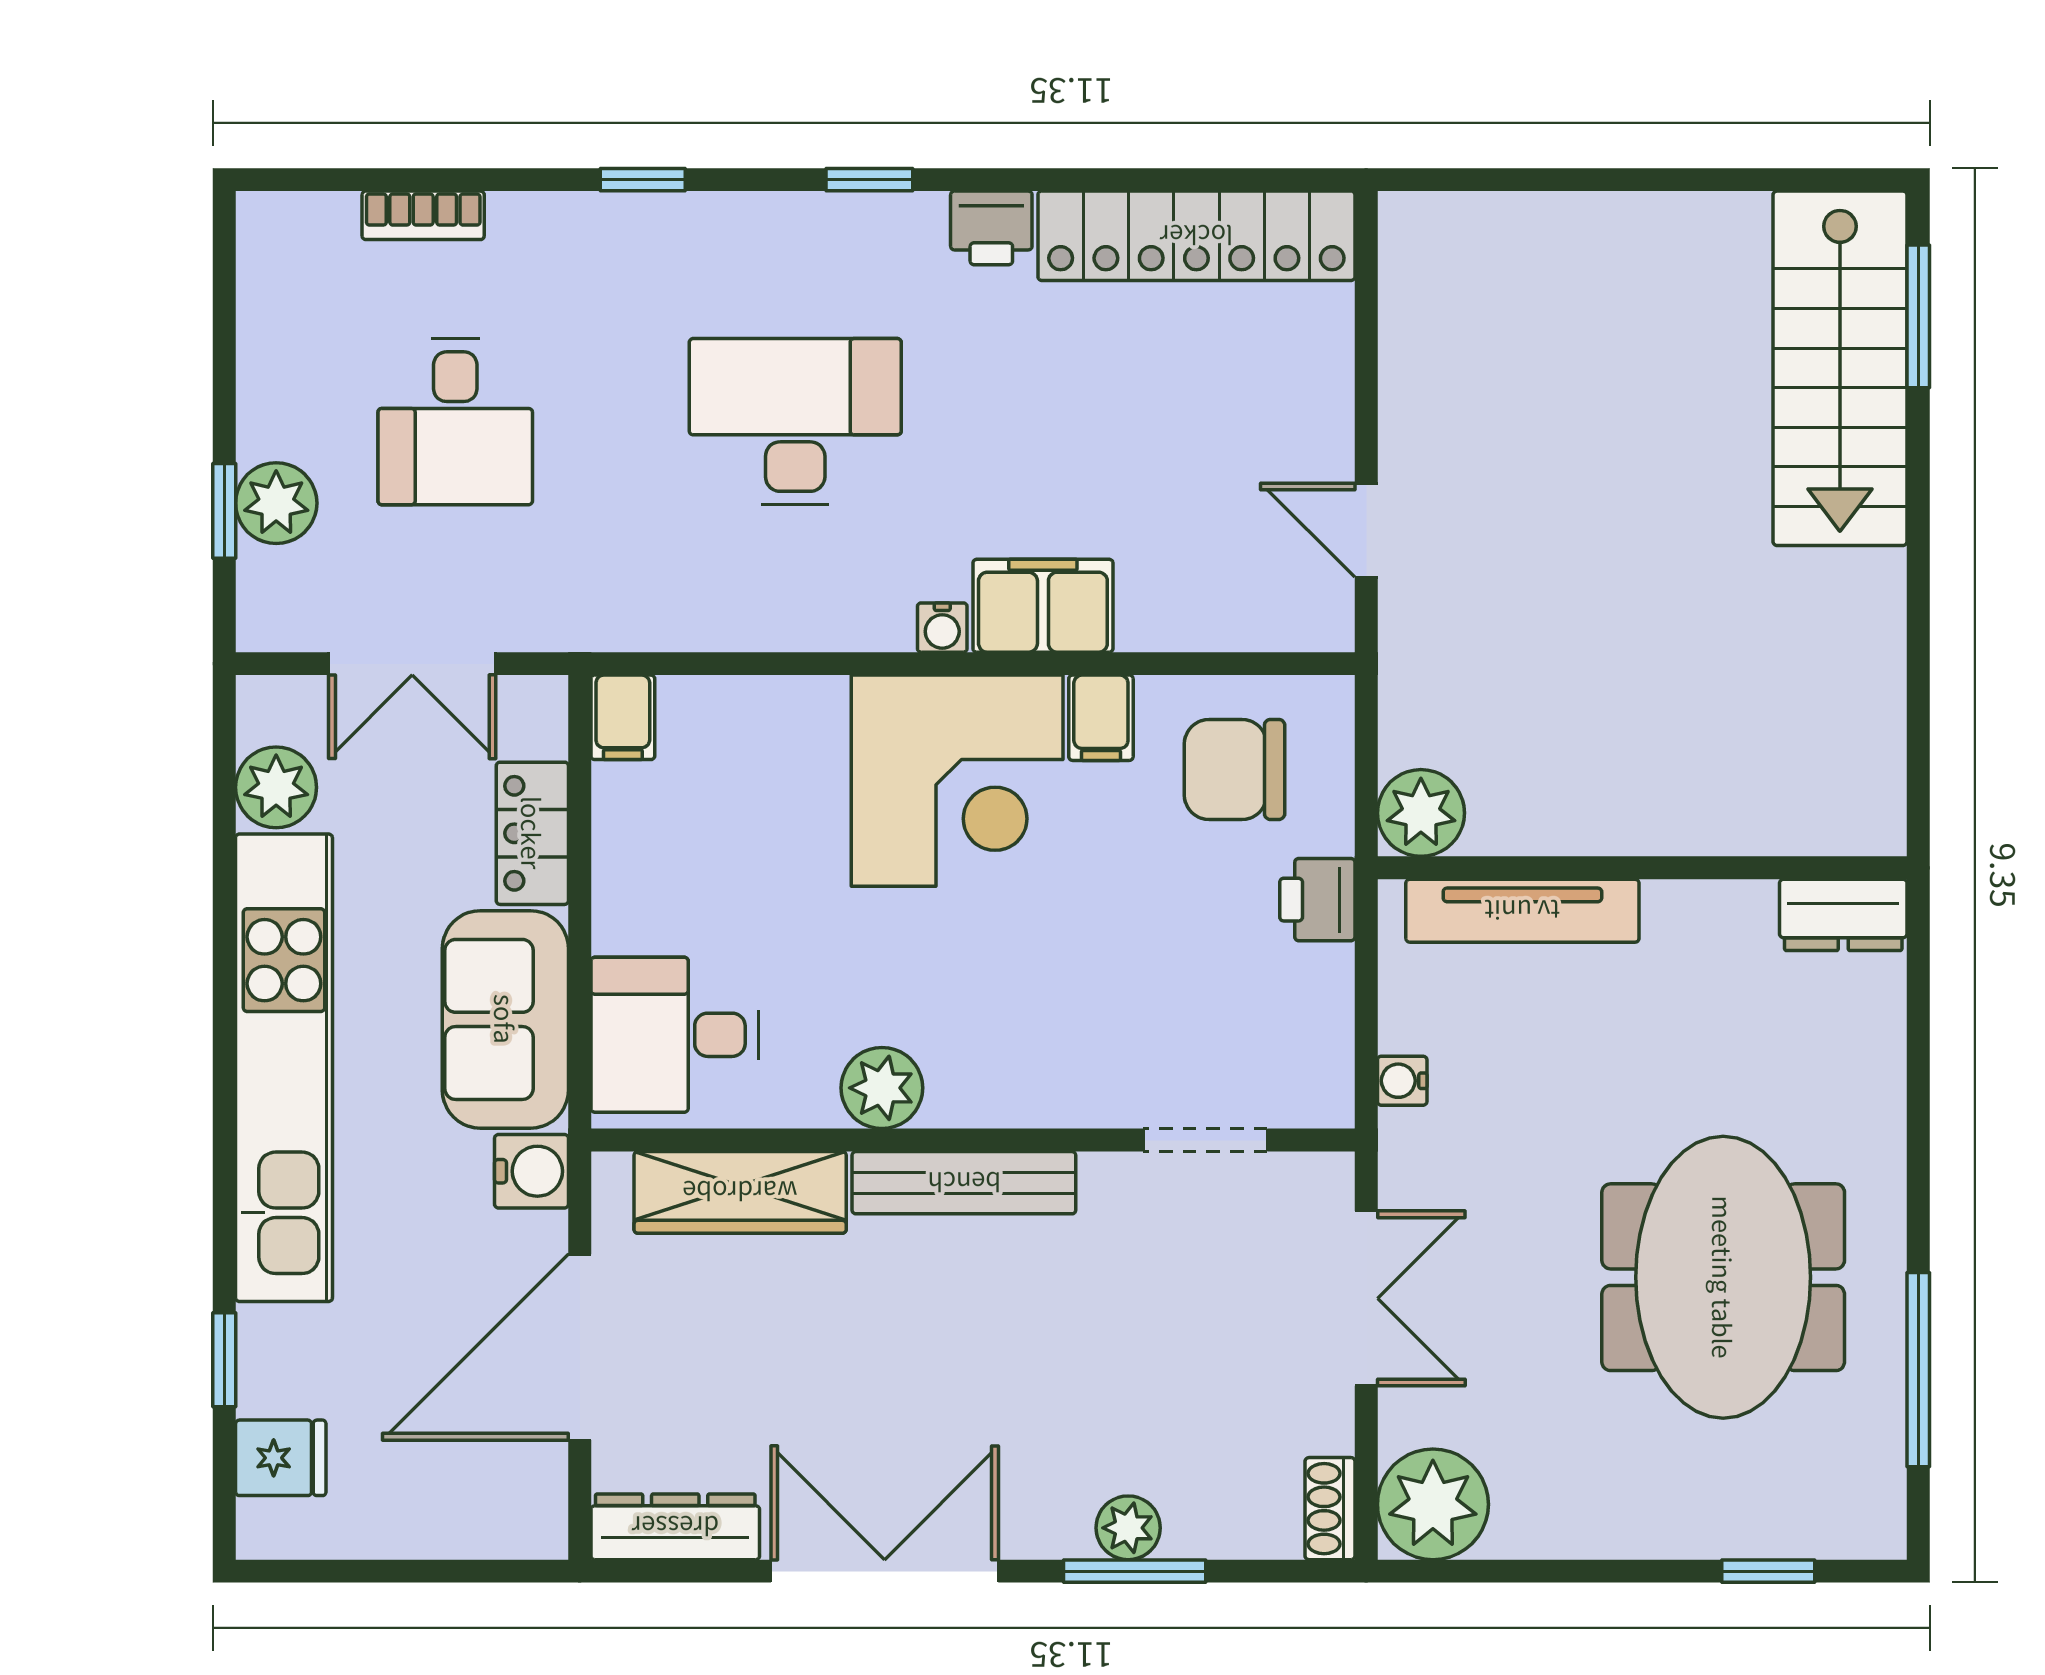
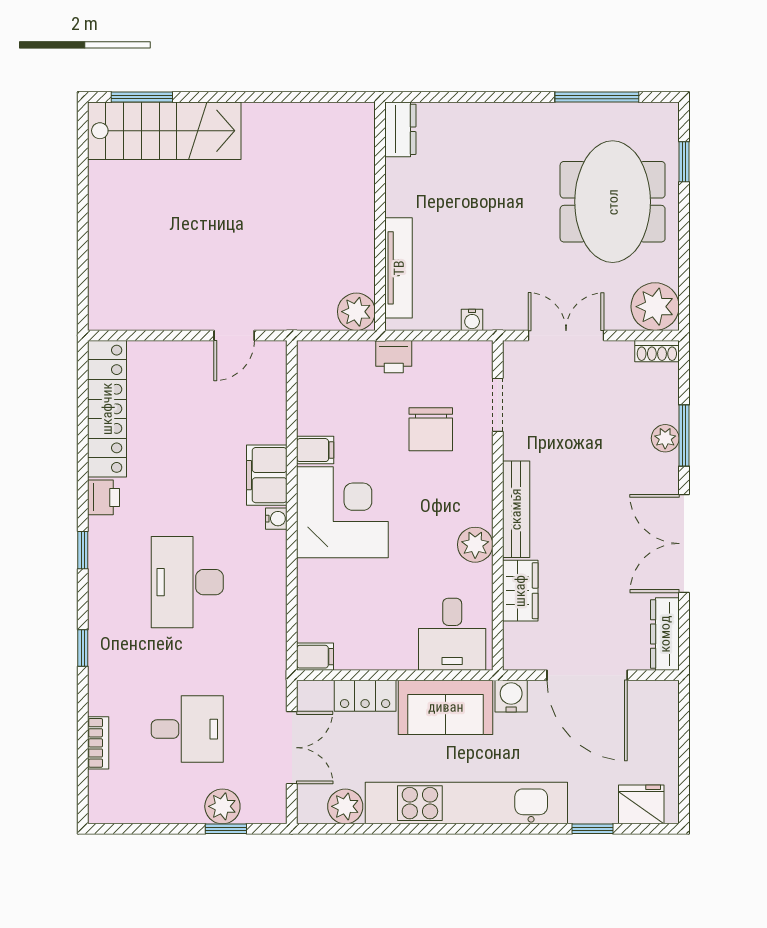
chair: (1234, 769) -> (431, 429), moved
wardrobe: (740, 1192) -> (520, 591), width x0.67
meeting table: (1723, 1277) -> (613, 202), moved, turned 90
fridge: (281, 1458) -> (641, 804), width x1.38

